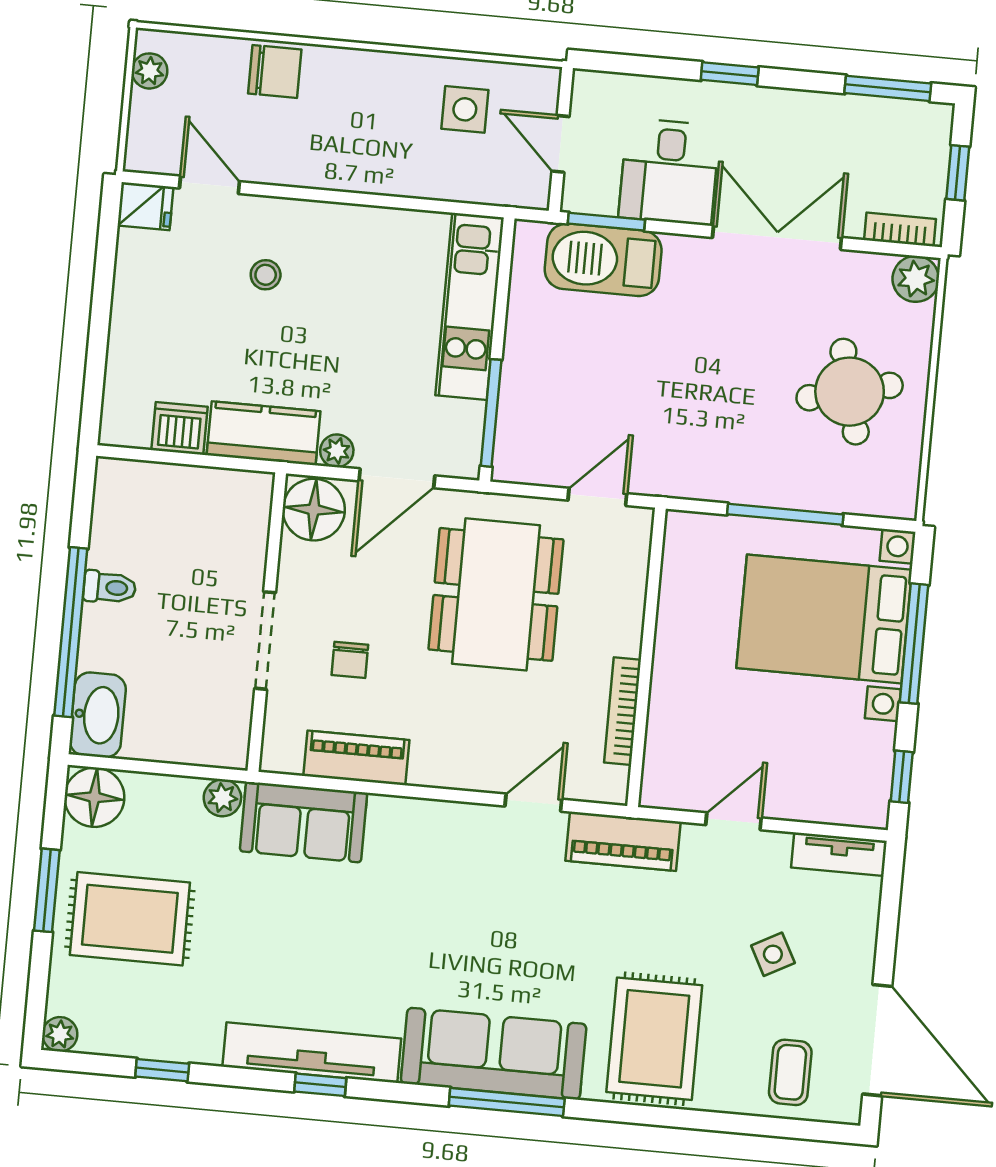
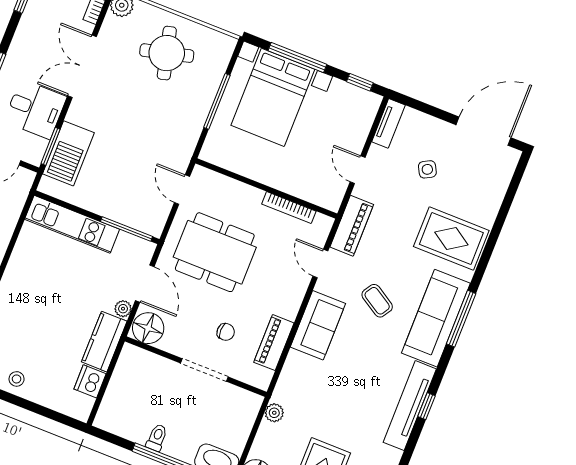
stool: (266, 275) -> (17, 379), moved
sofa: (304, 822) -> (318, 325), moved
coffee table: (790, 1072) -> (377, 301), moved, turned 32

